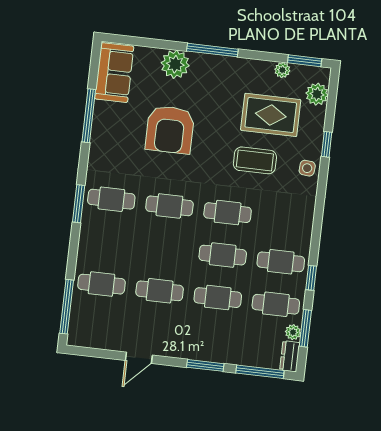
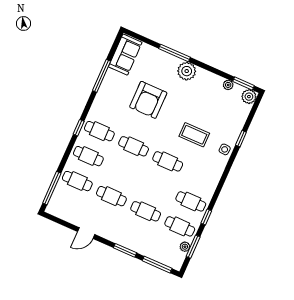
window: (212, 50) -> (175, 53), moved
plant: (175, 64) -> (187, 71), moved
plant: (317, 94) -> (249, 97), moved
rug: (271, 115) -> (213, 110), removed
window: (79, 204) -> (79, 128), width x0.67
cafe table: (223, 255) -> (88, 156), moved
dresser: (290, 356) -> (178, 261), removed

